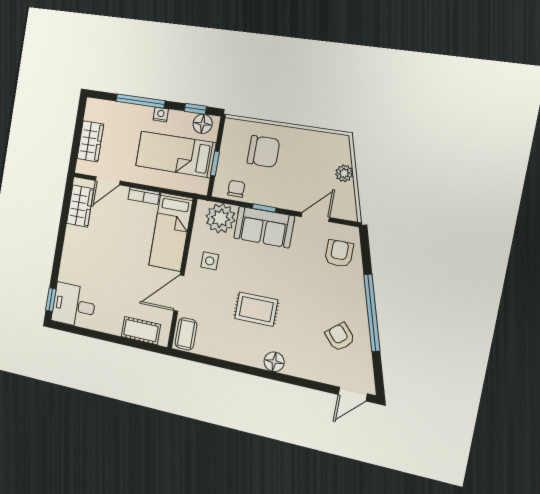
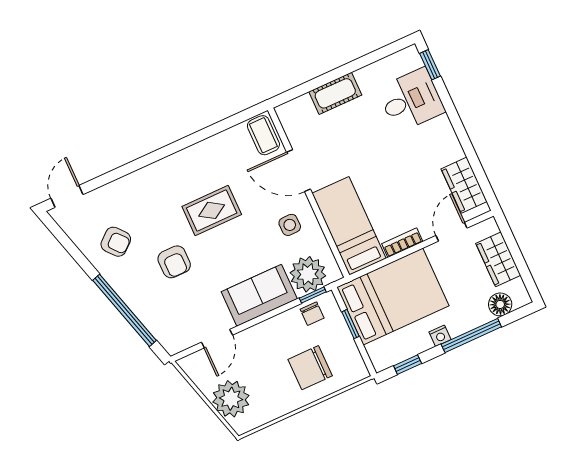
floor lamp: (203, 124) -> (500, 304), moved
bed: (175, 154) -> (393, 297), width x1.50
plant: (344, 173) -> (231, 399), width x1.88, depth x1.88
window: (264, 208) -> (313, 295), moved
armchair: (339, 254) -> (174, 262), moved
door: (179, 293) -> (299, 171), swing flipped
desk: (74, 305) -> (411, 100), moved
window: (372, 313) -> (125, 310), moved
cot: (141, 331) -> (335, 93), moved
floor lamp: (274, 362) -> (160, 172), removed

